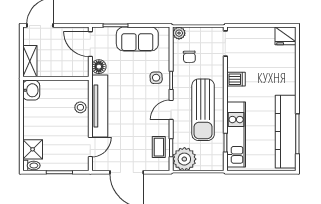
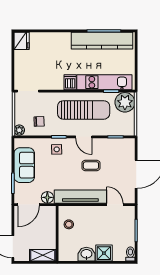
dishwasher: (236, 79) -> (70, 82), moved
washbasin: (31, 90) -> (86, 254), moved
stool: (80, 107) -> (69, 224), moved
coffee table: (159, 147) -> (91, 165), moved
shower: (33, 149) -> (104, 253), moved
plant: (184, 159) -> (125, 102), moved

